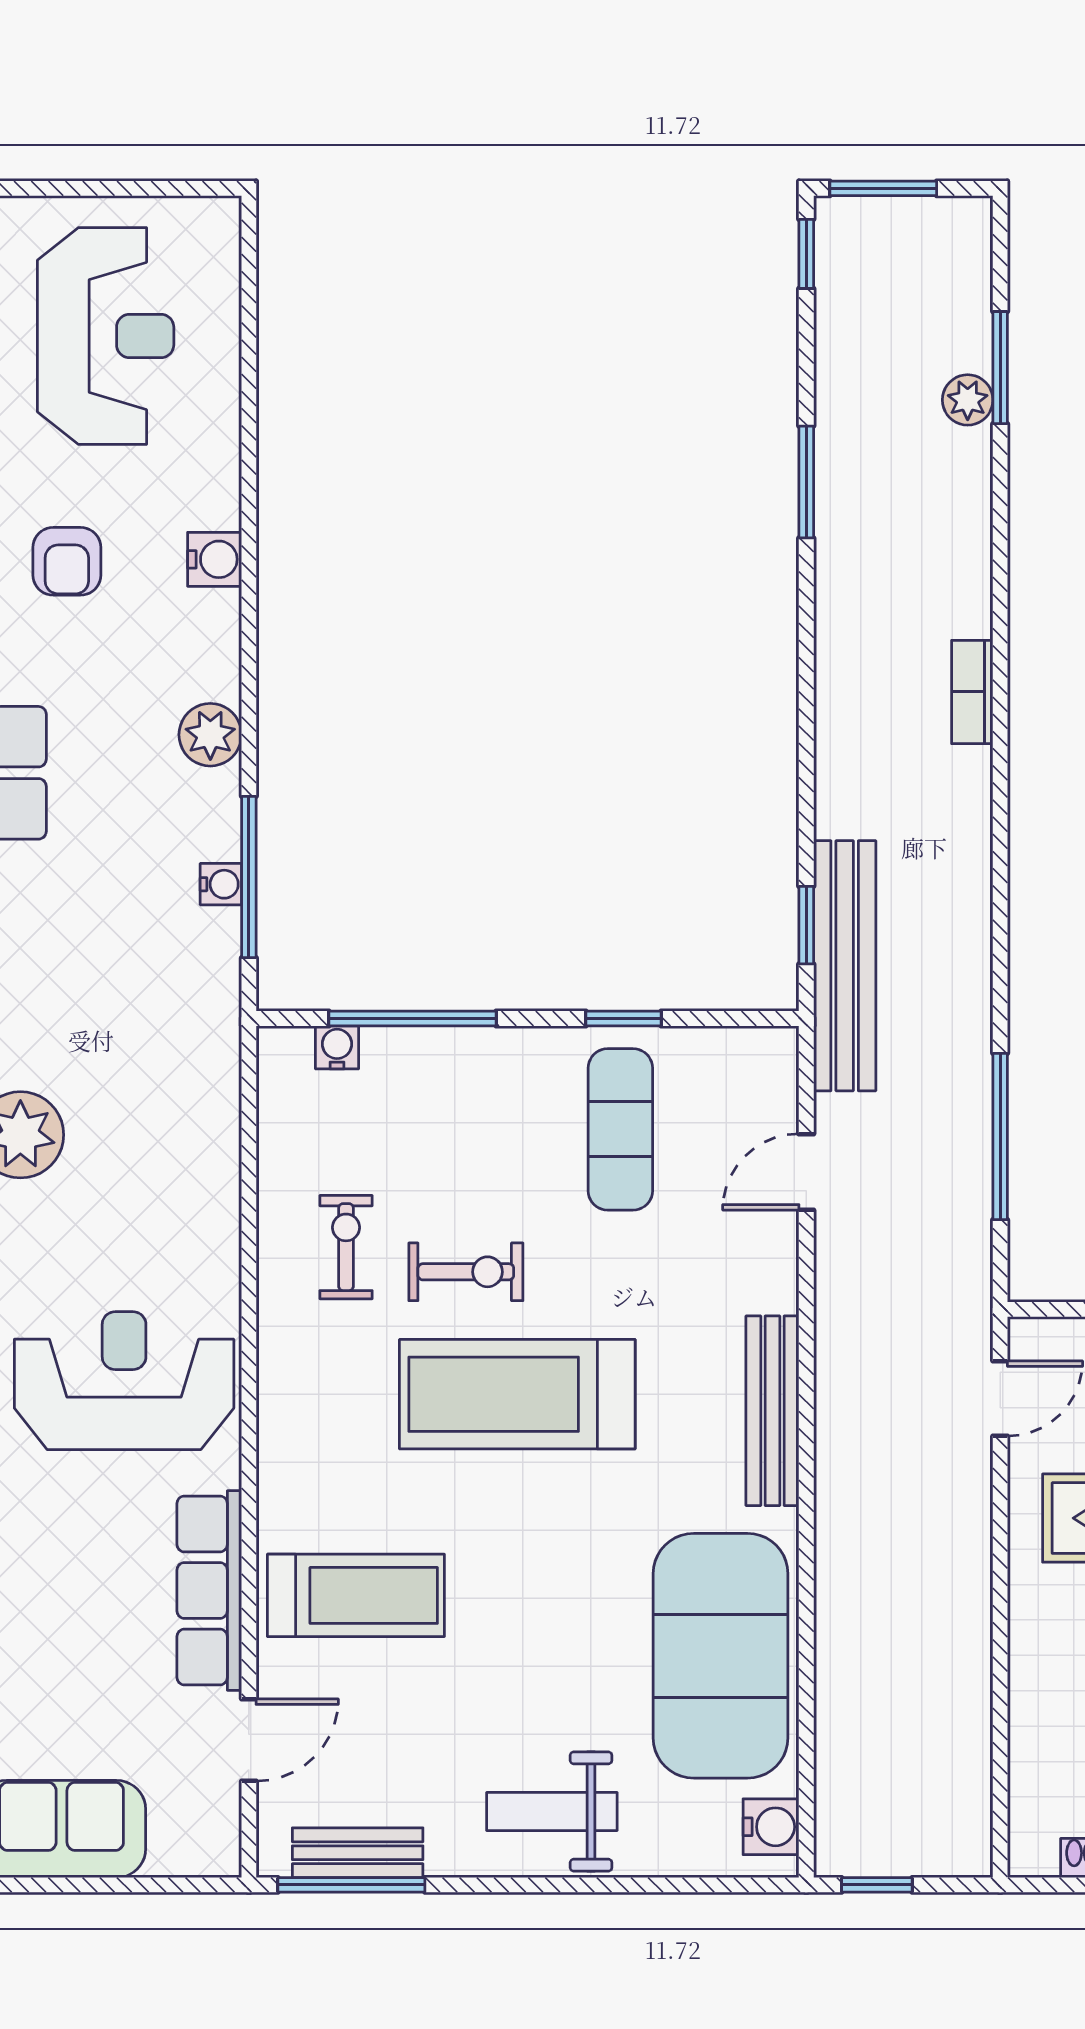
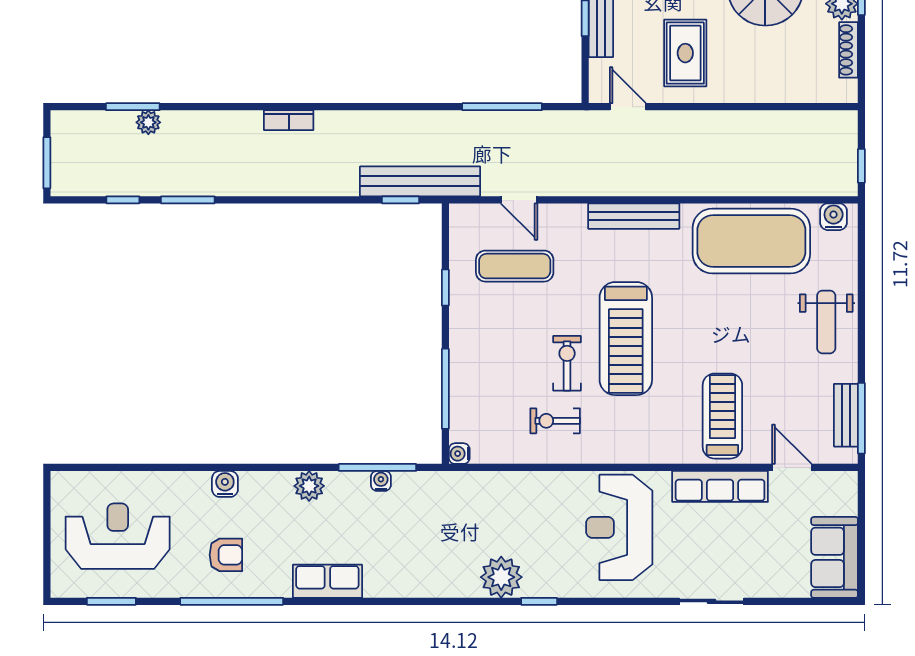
window: (806, 254) -> (123, 200), moved
water cooler: (337, 1047) -> (459, 454), moved
exercise mat: (620, 1129) -> (515, 266), moved

